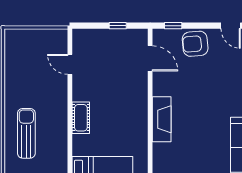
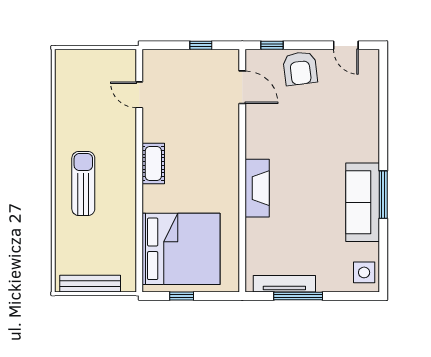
armchair: (195, 44) -> (300, 68), turned -92
fireplace: (162, 119) -> (257, 188), moved

